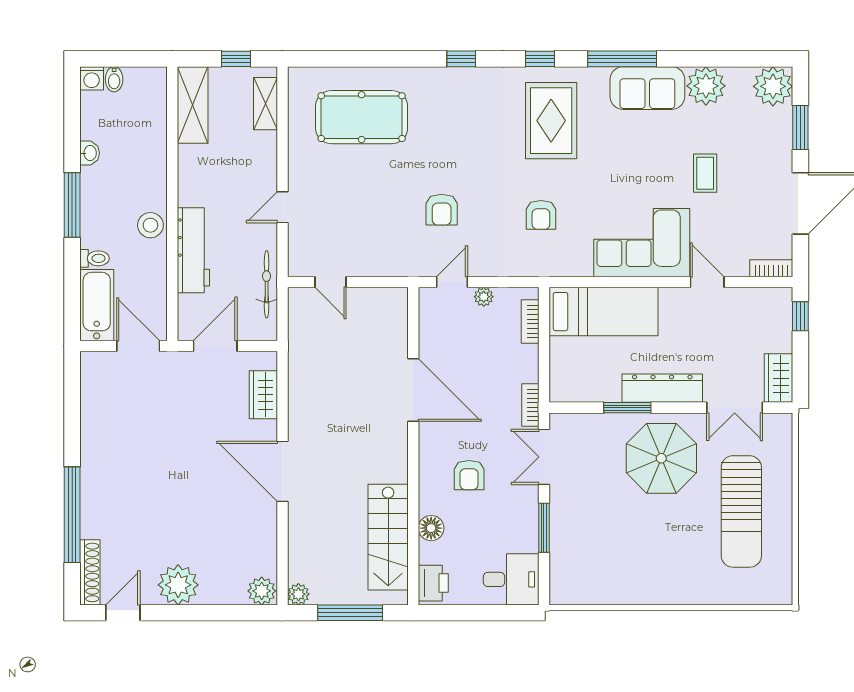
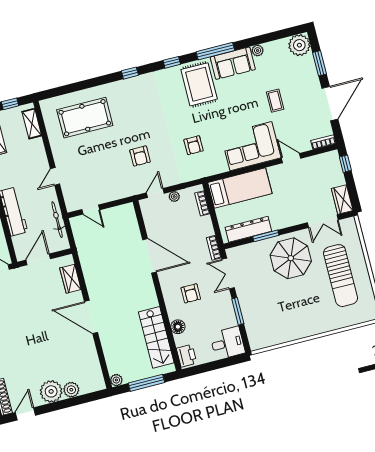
plant: (706, 86) -> (258, 50), width x0.53, depth x0.53
rug: (551, 121) -> (199, 84), moved
dresser: (662, 388) -> (248, 229), moved
plant: (262, 591) -> (71, 390), moved

